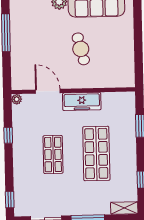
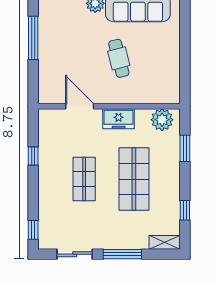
plant: (17, 99) -> (162, 120), moved, width x1.88, depth x1.88
freezer: (82, 101) -> (119, 119), width x0.71

